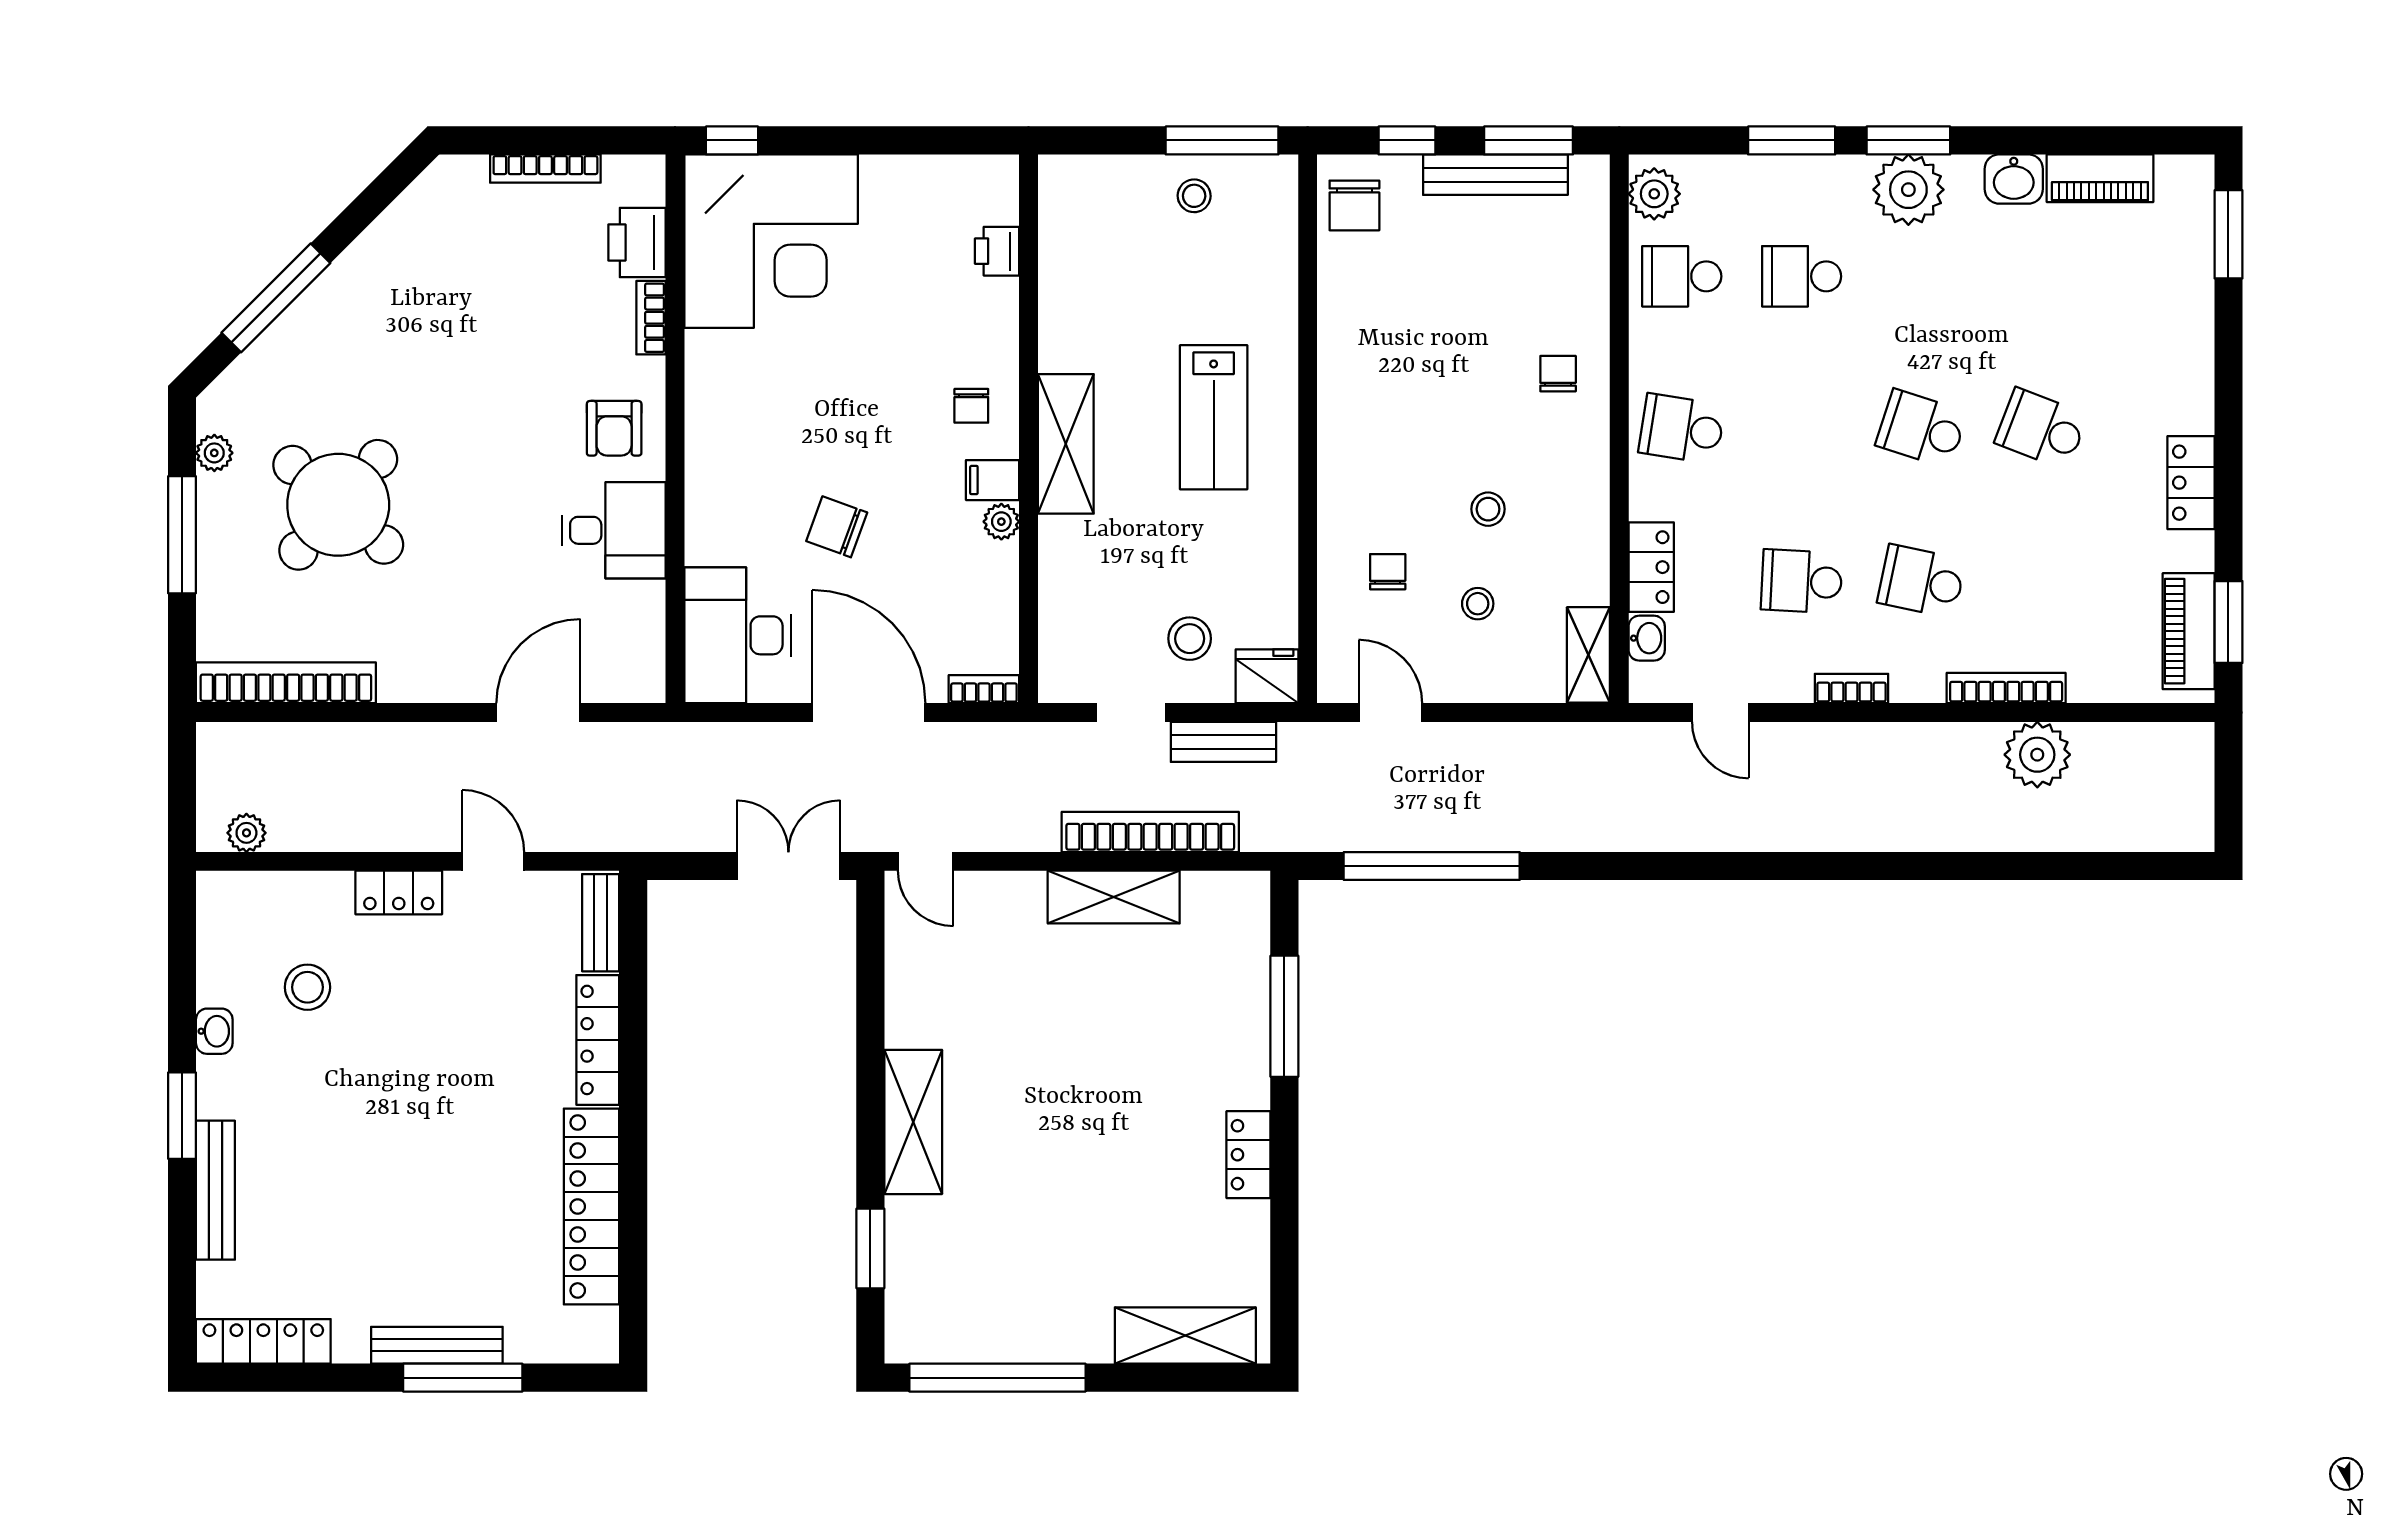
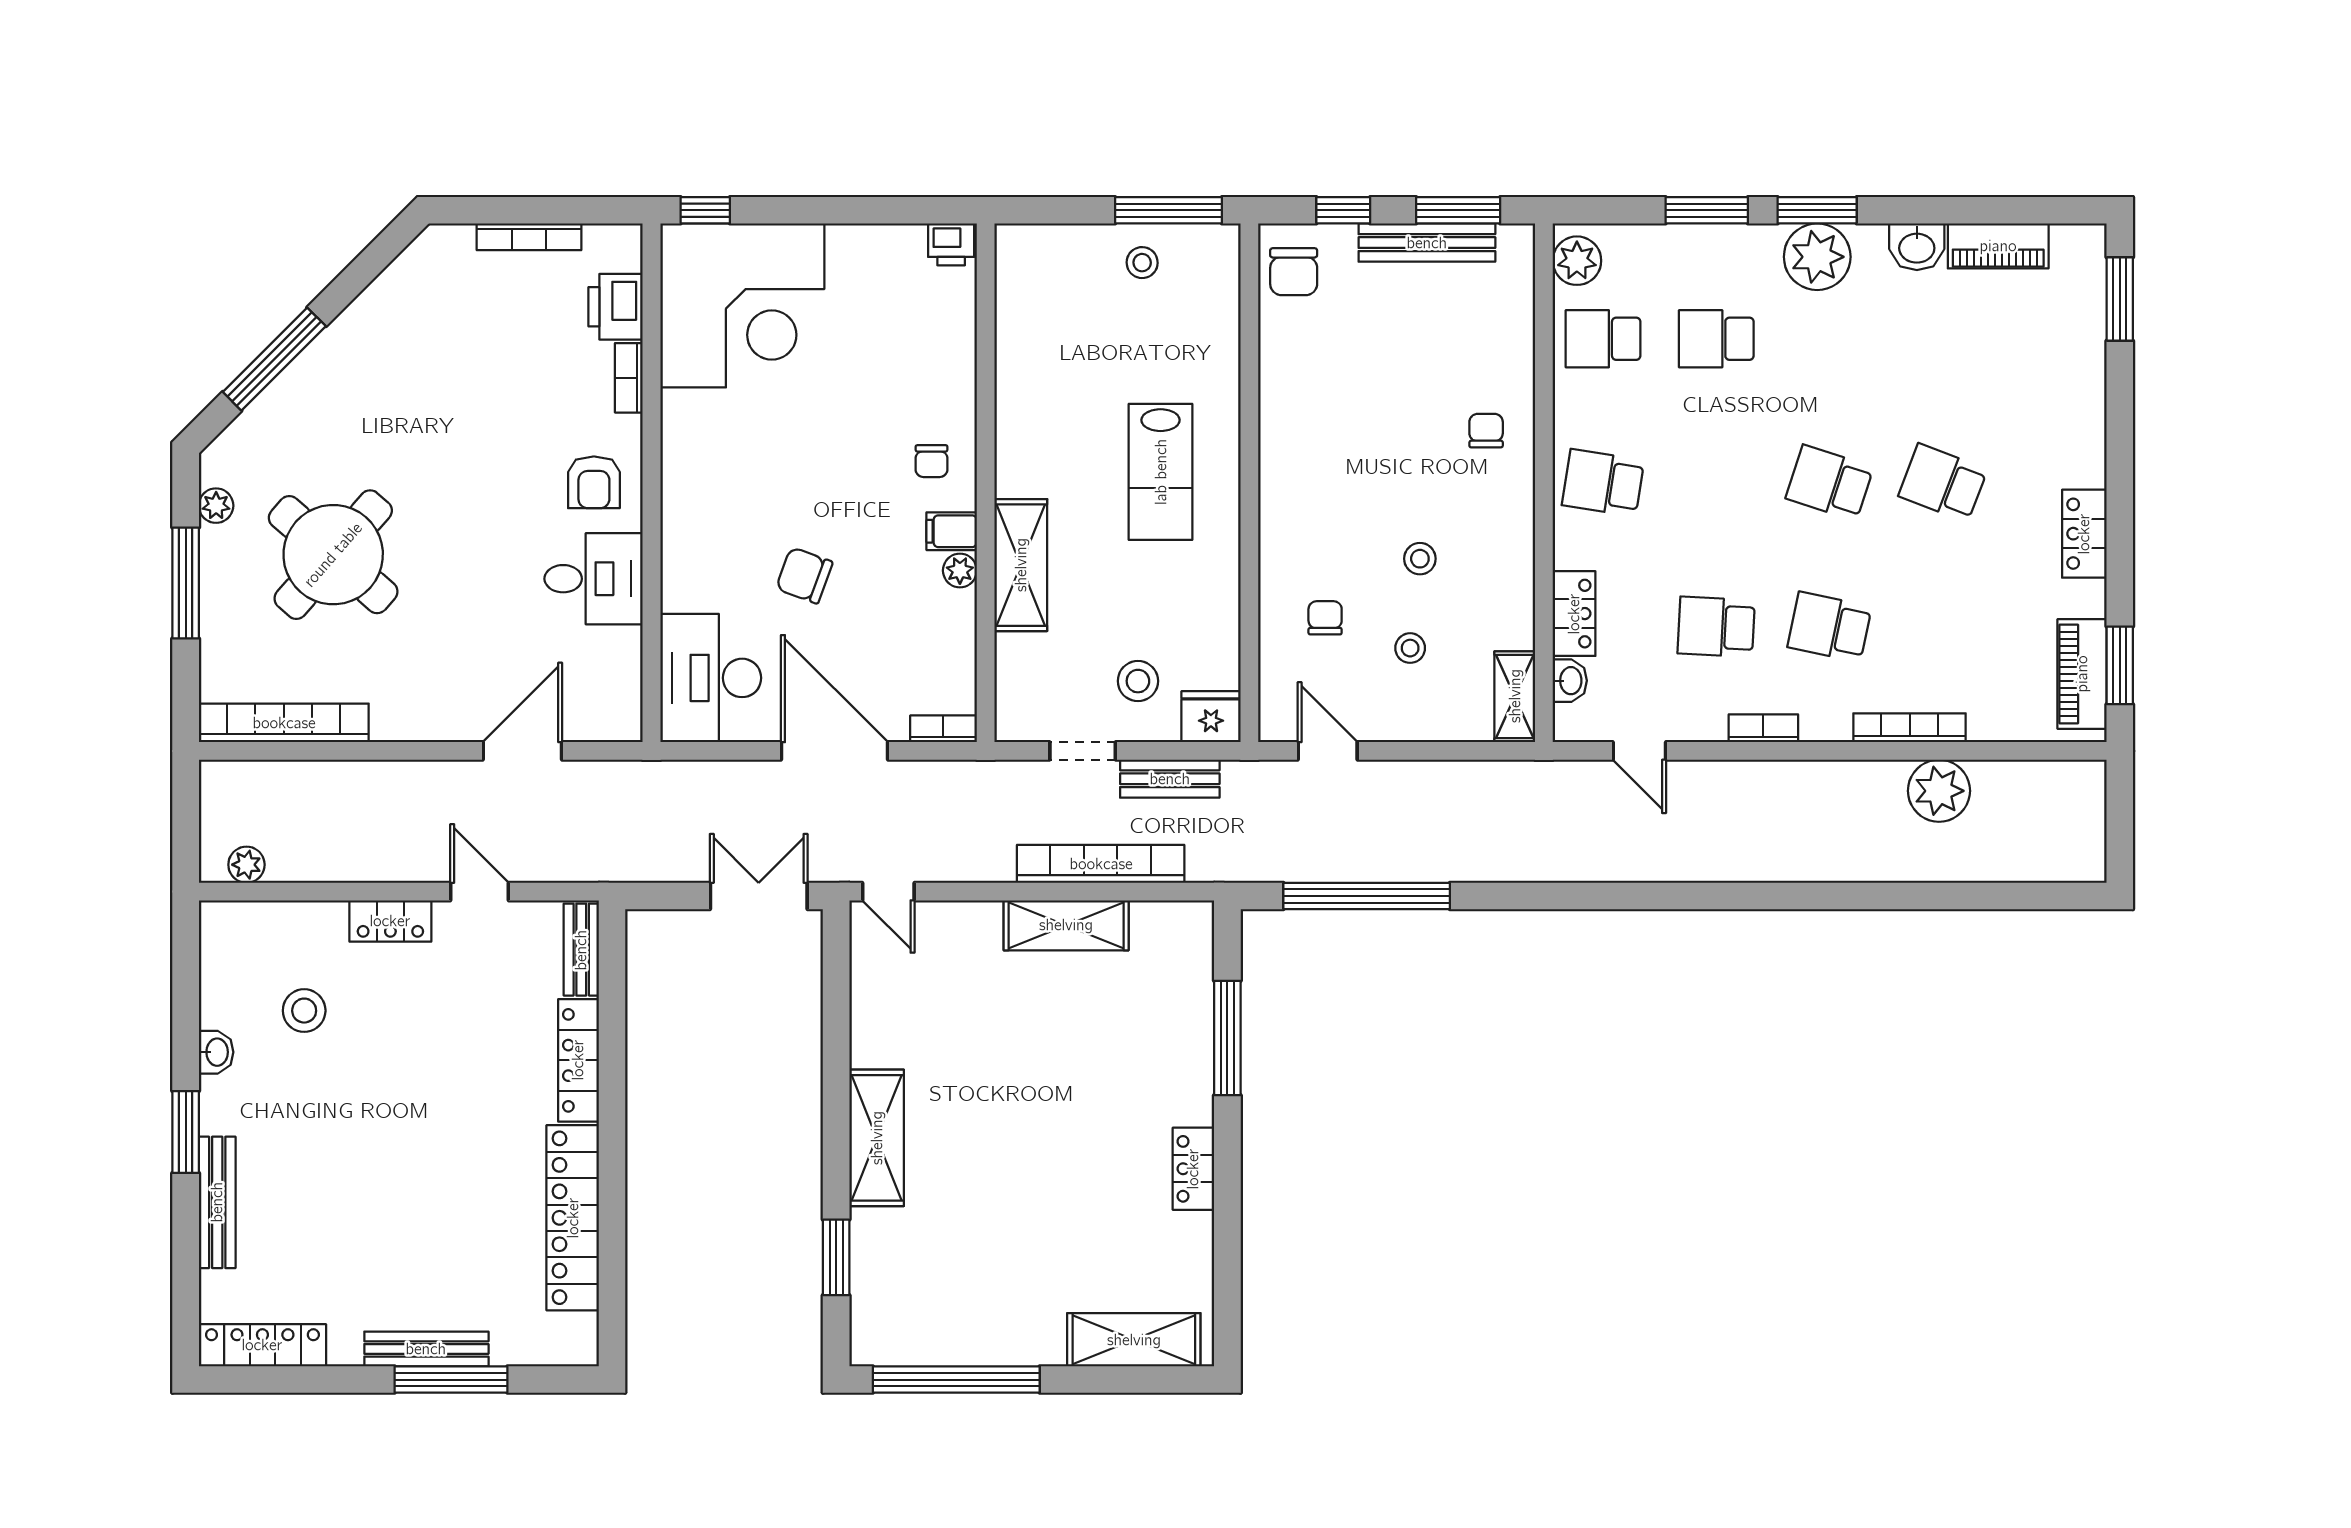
printer: (997, 251) -> (951, 244), moved, turned -90
shelving: (1066, 444) -> (1021, 565), moved

